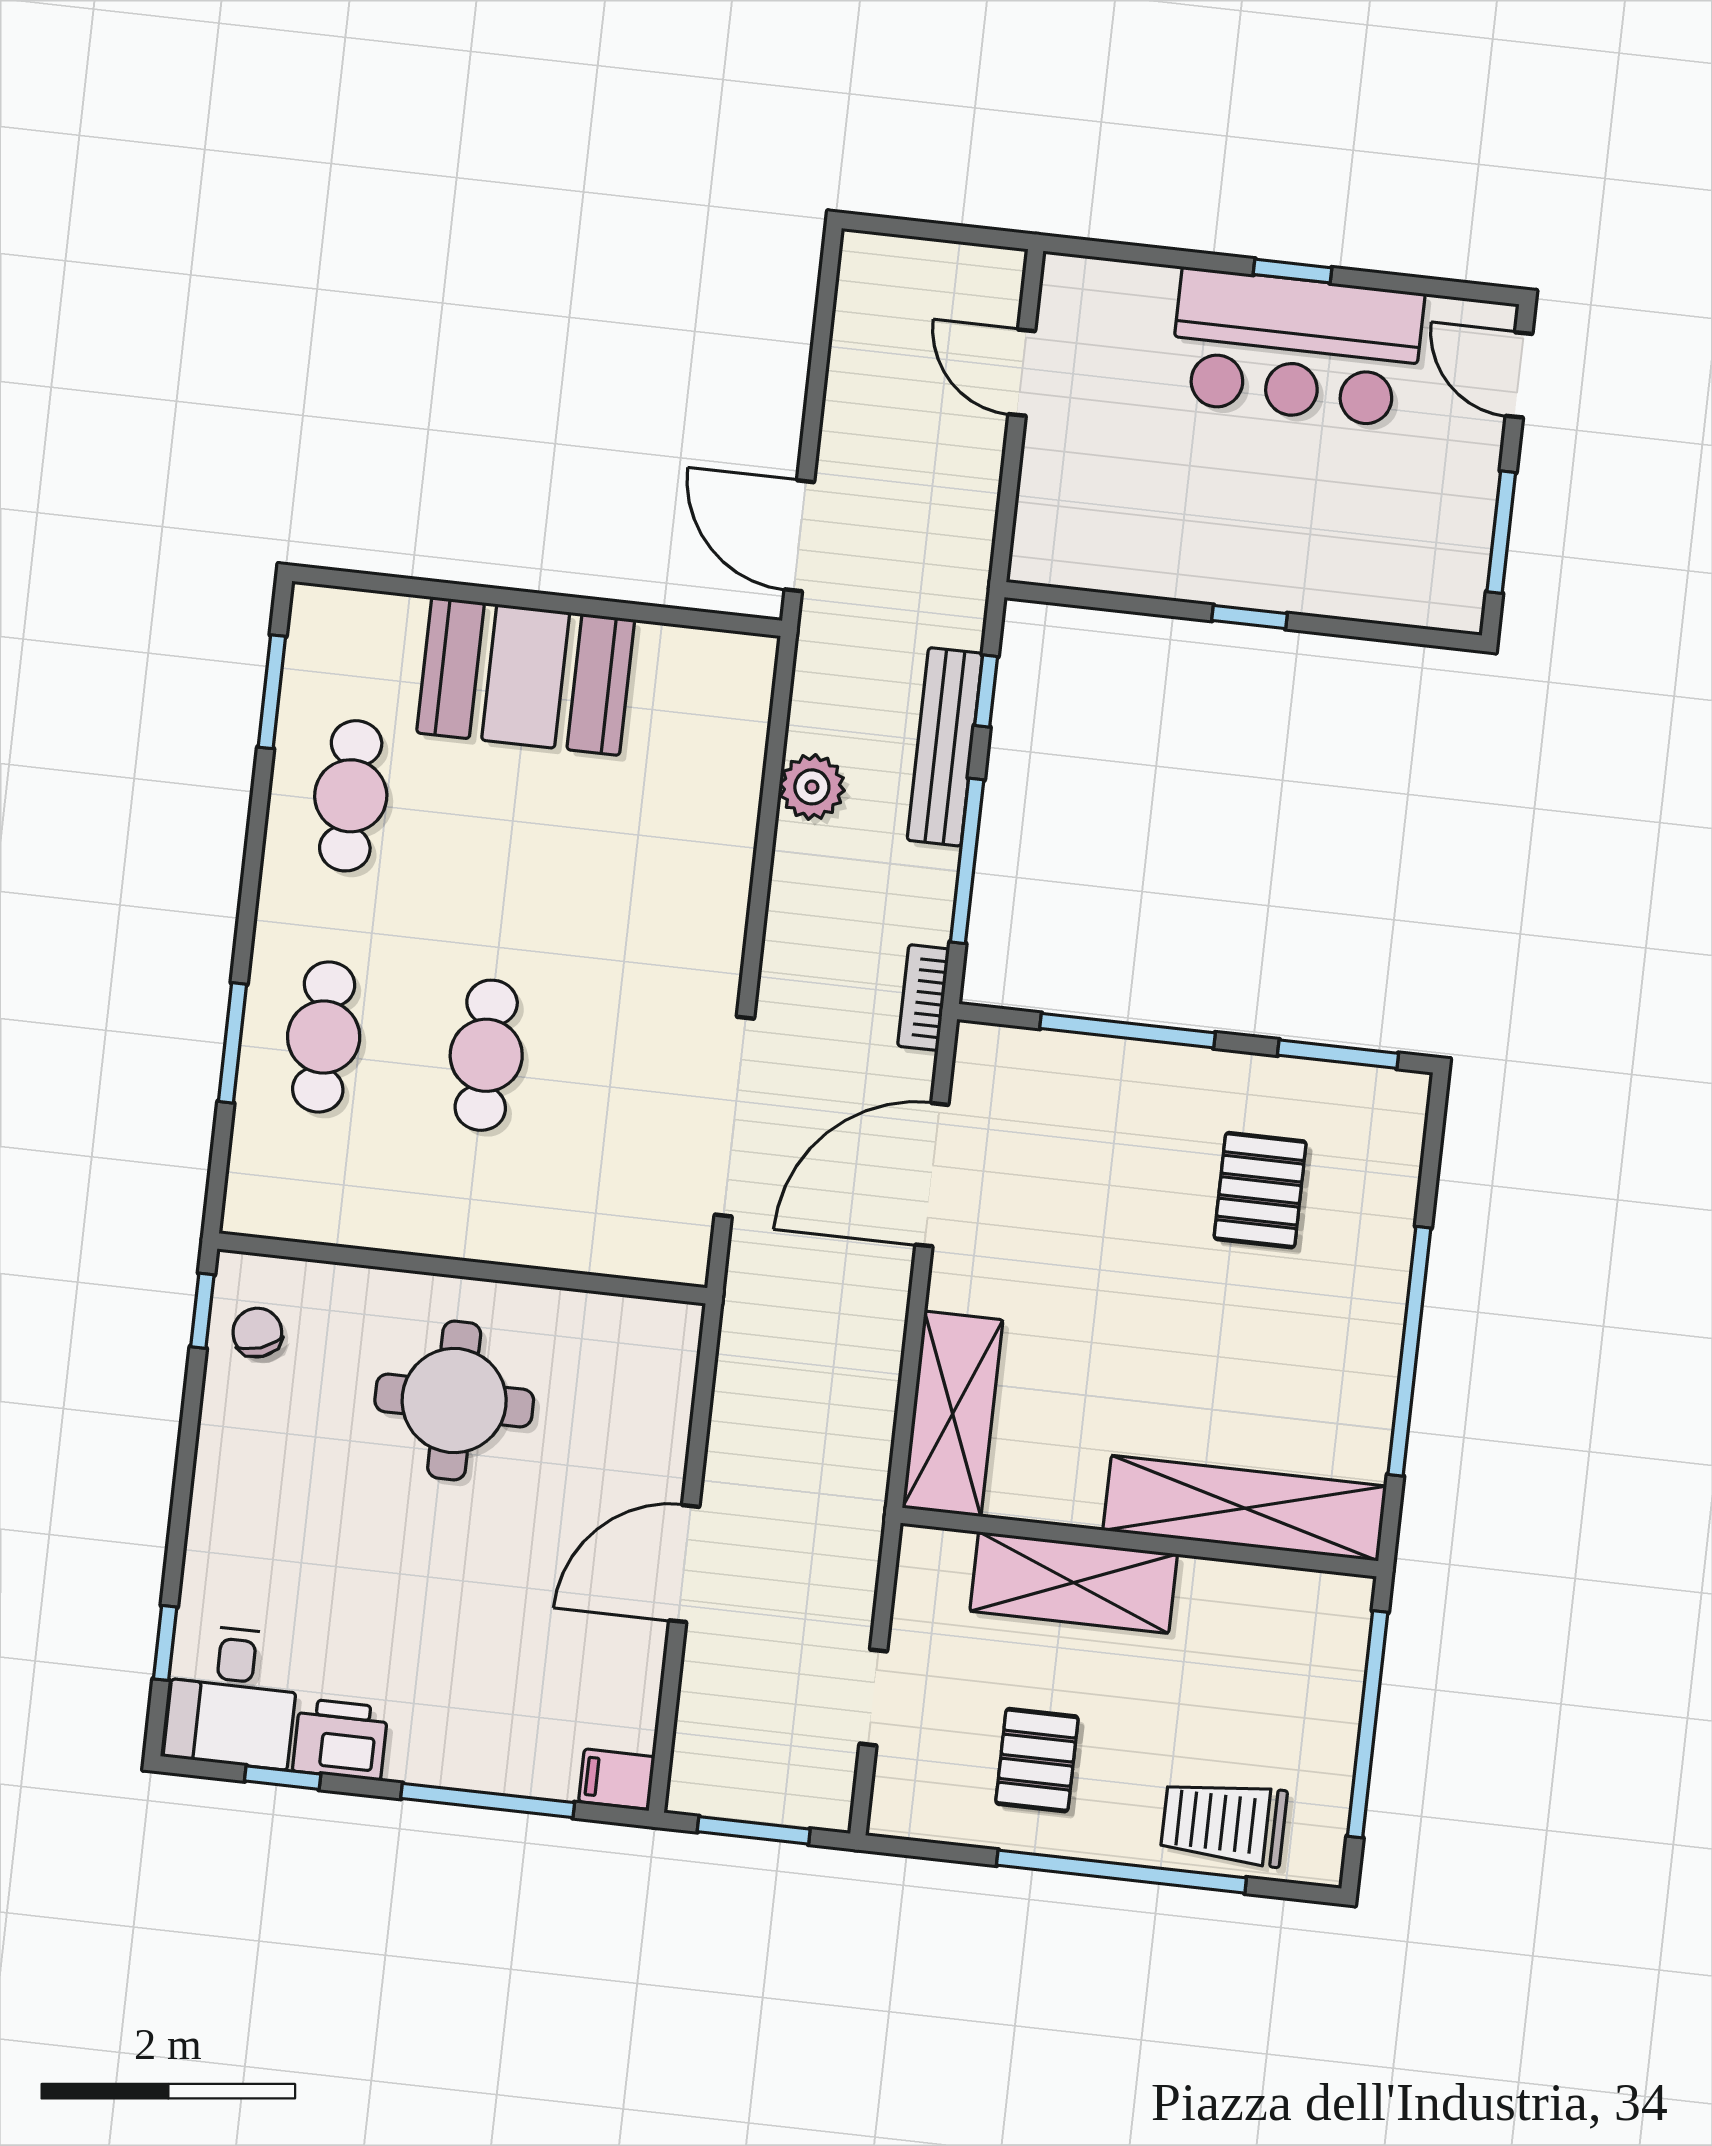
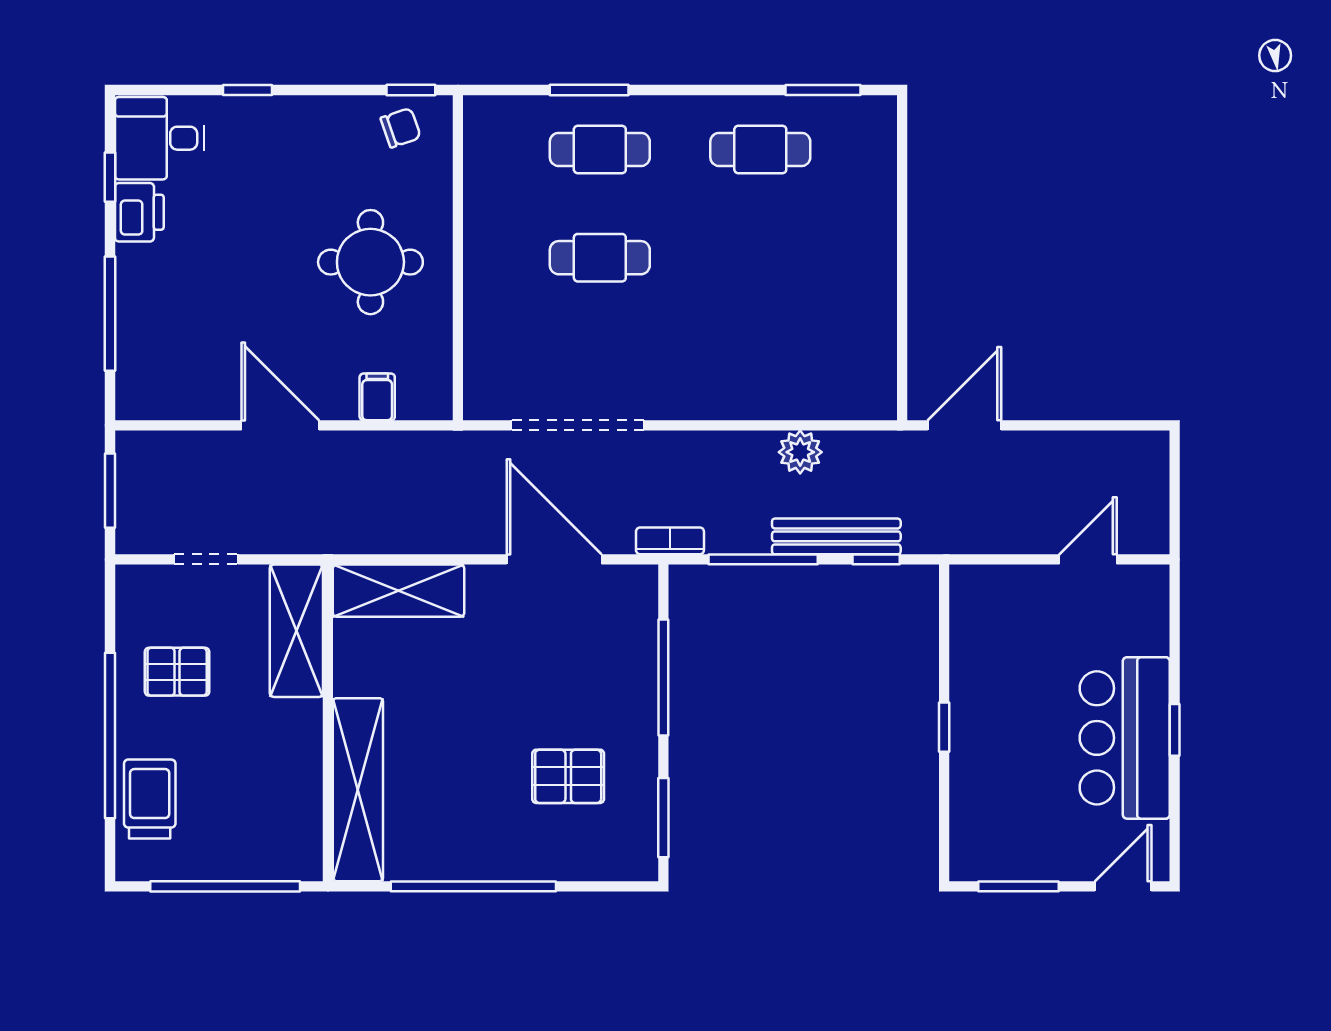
booth: (526, 676) -> (852, 256), removed
shelving: (1074, 1583) -> (296, 631), moved
window: (165, 1643) -> (247, 90), moved
filing cabinet: (617, 1779) -> (377, 397), moved

